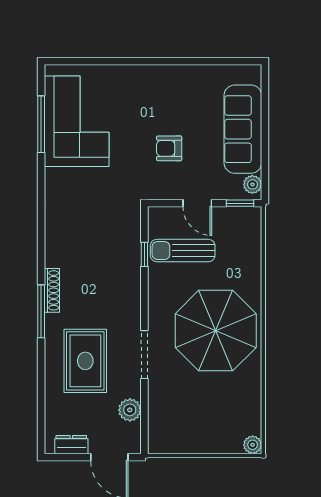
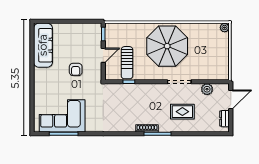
sofa: (243, 129) -> (43, 45), moved, turned -90
plant: (252, 184) -> (94, 28), removed
rug: (85, 361) -> (182, 112), width x0.73, depth x0.70

